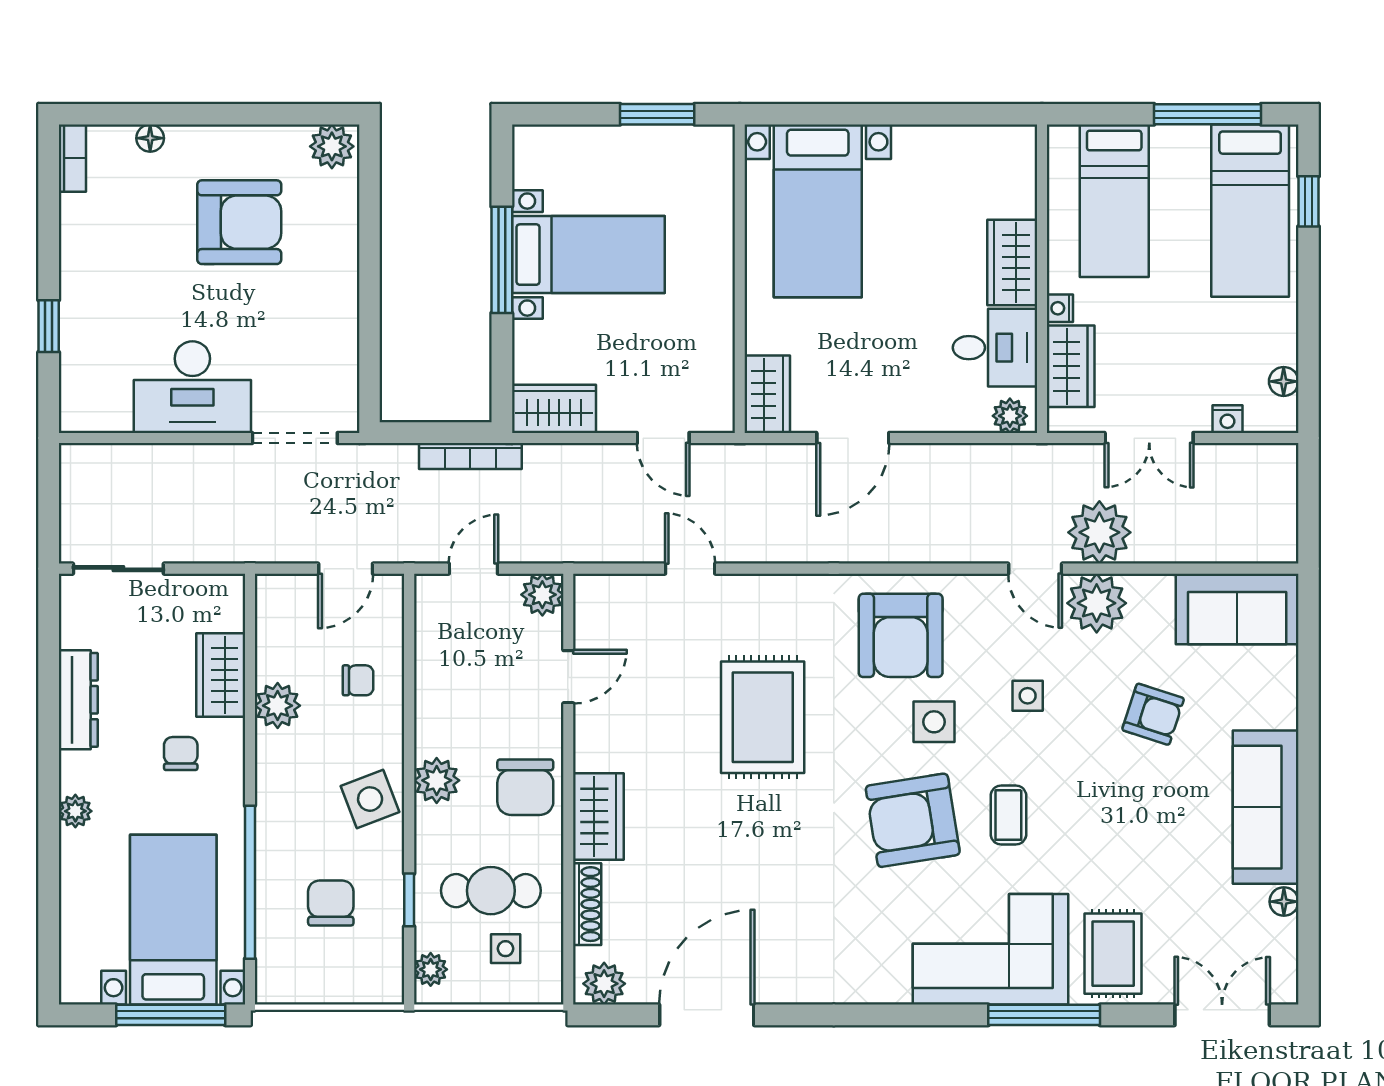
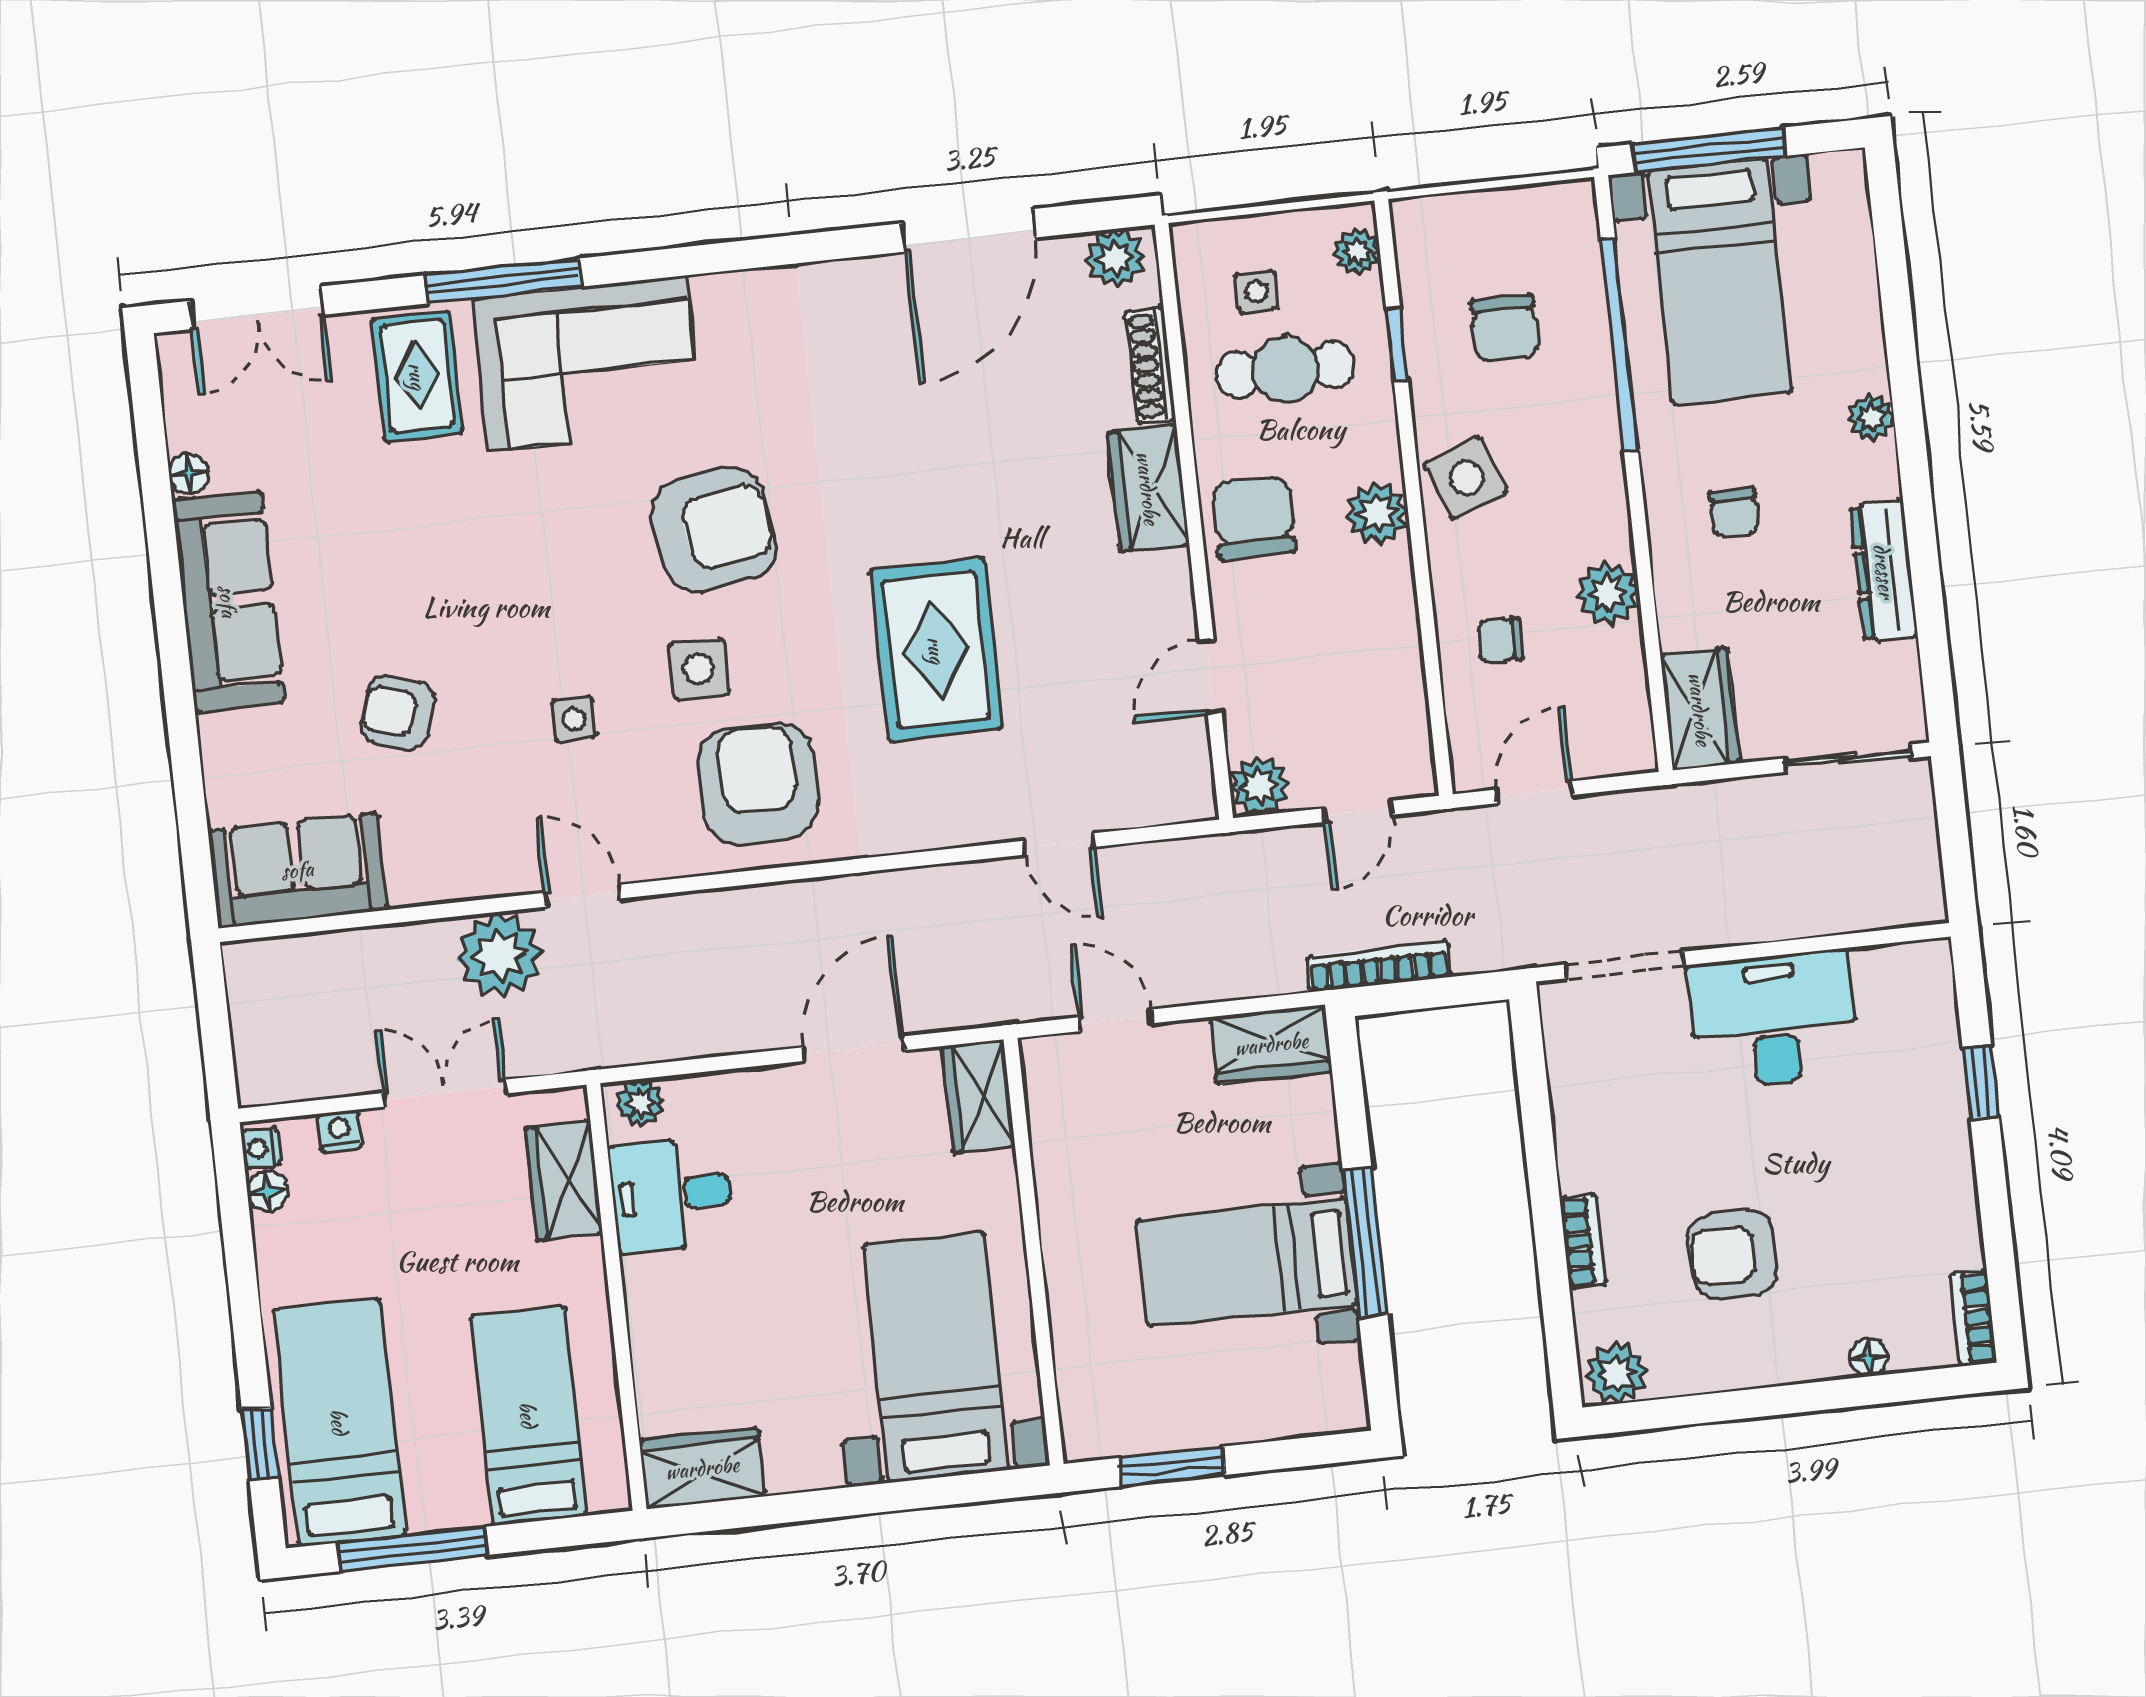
armchair: (239, 222) -> (1733, 1255), width x0.73, depth x0.73
bookcase: (346, 243) -> (1582, 1241), added
wardrobe: (1012, 262) -> (702, 1468), moved, turned -90
nightstand: (1060, 308) -> (260, 1148), moved, turned 180
plant: (1097, 603) -> (492, 857), removed
wardrobe: (221, 675) -> (1700, 709), moved
coffee table: (1008, 815) -> (582, 552), removed

